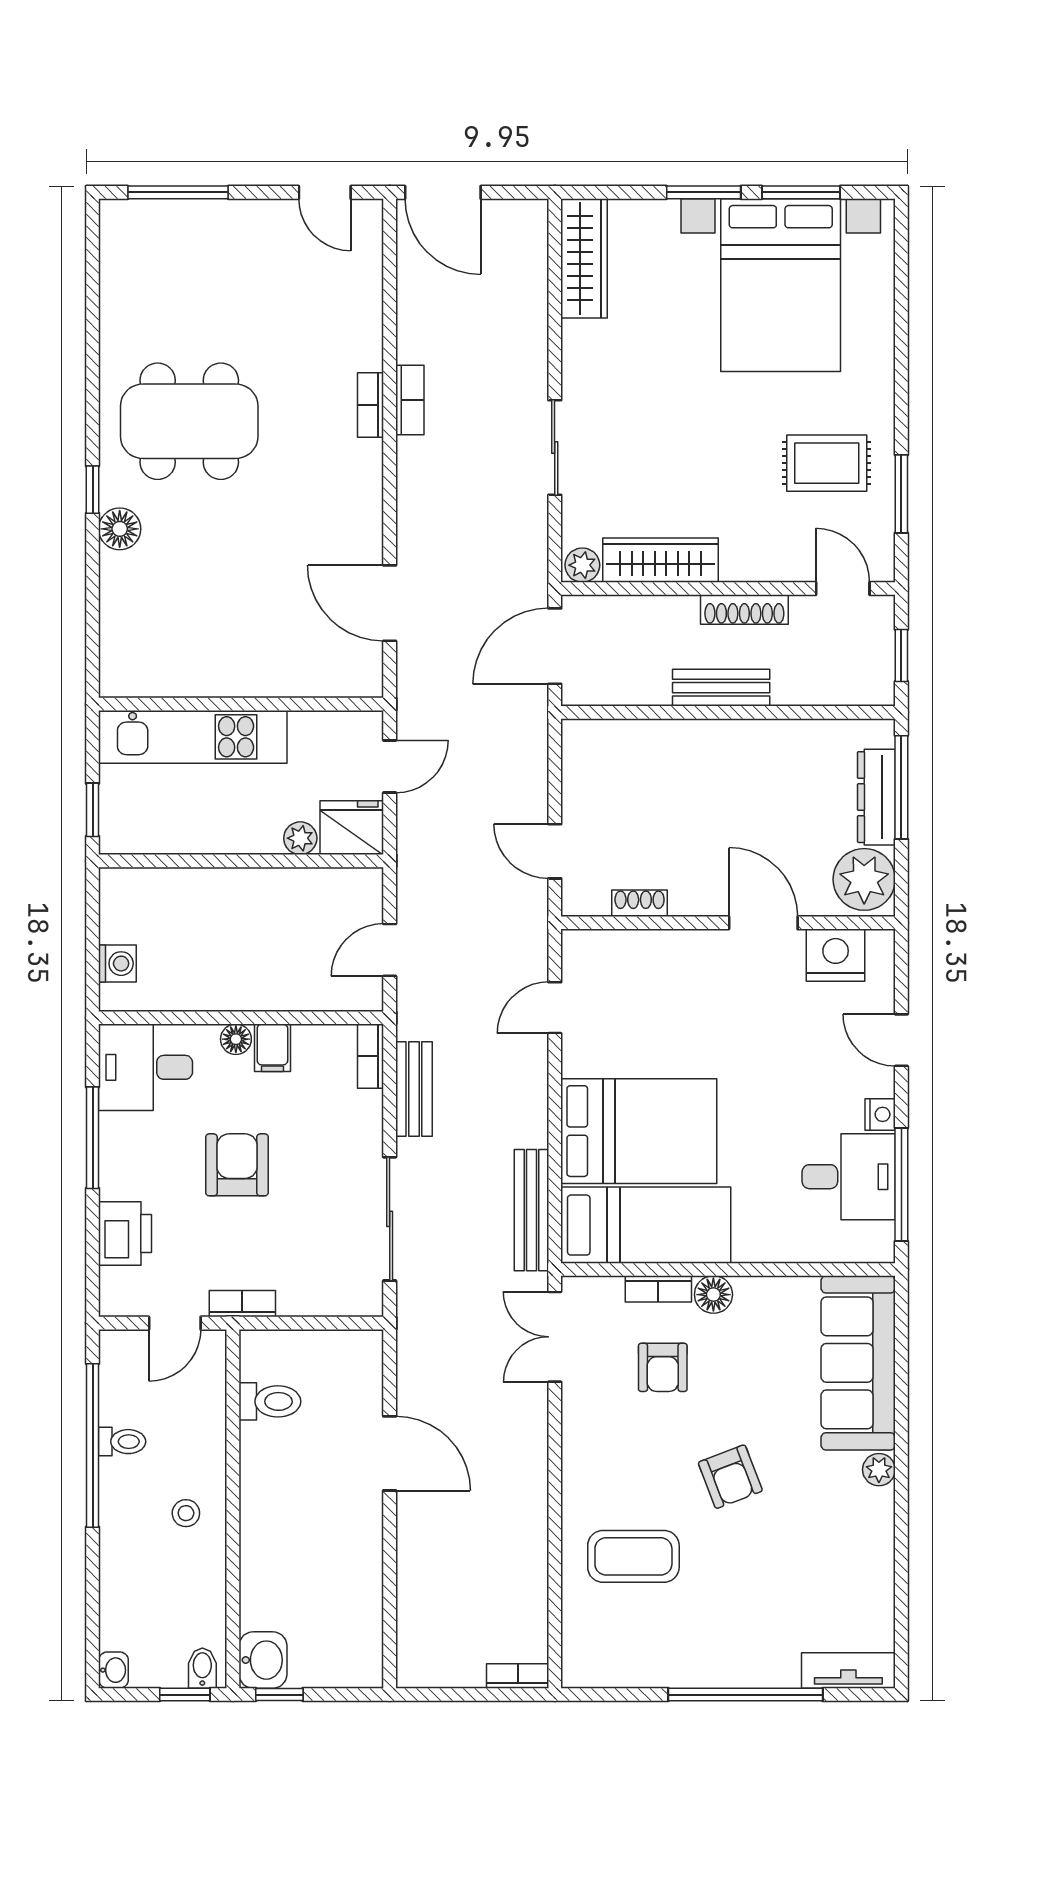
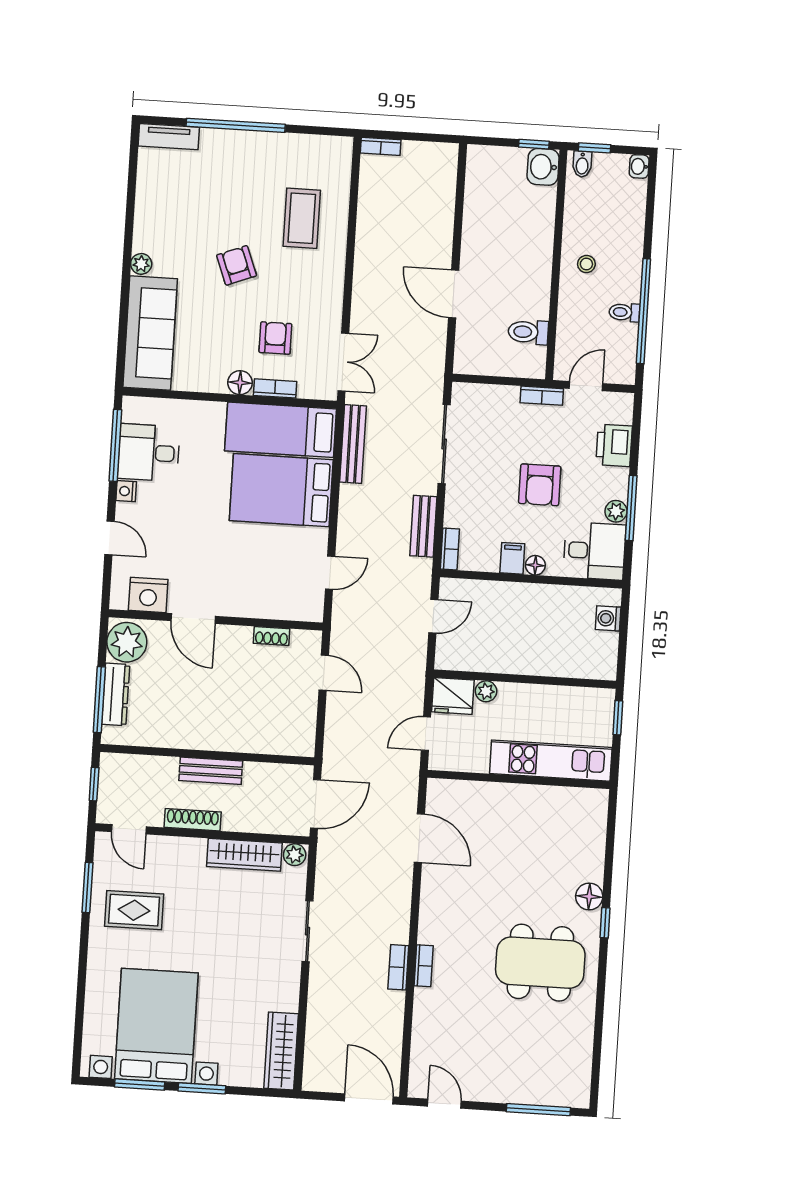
plant: (116, 1131) -> (616, 511), added
coffee table: (633, 1556) -> (302, 218), turned 90

